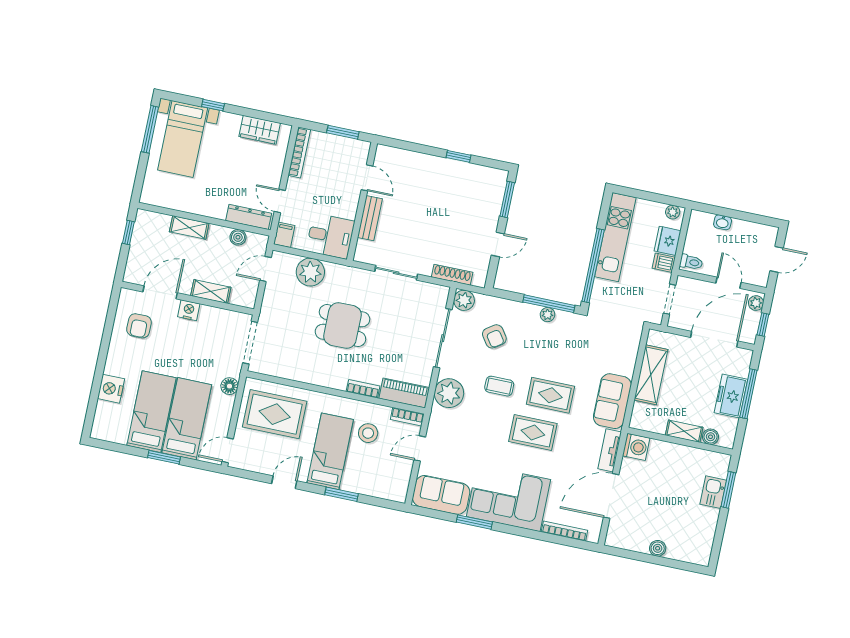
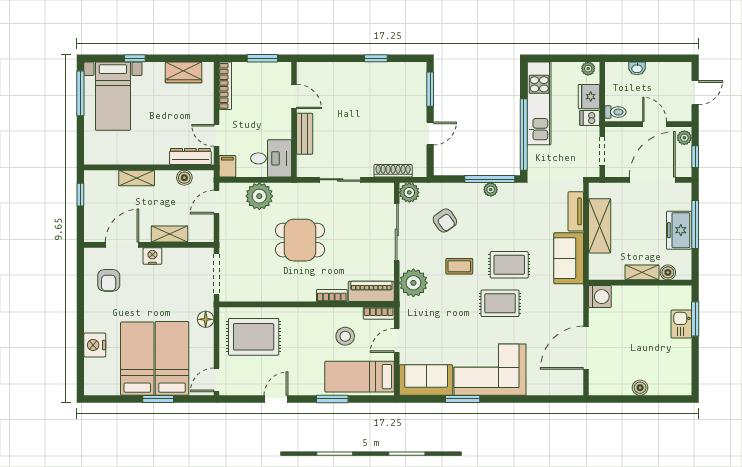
tv unit: (610, 450) -> (576, 211), moved
bed: (330, 451) -> (360, 377), moved, turned -90
bookcase: (564, 531) -> (549, 390), removed

